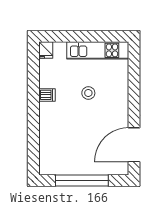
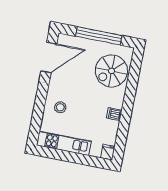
stool: (88, 93) -> (60, 107), moved
spiral stairs: (60, 143) -> (111, 71), added

